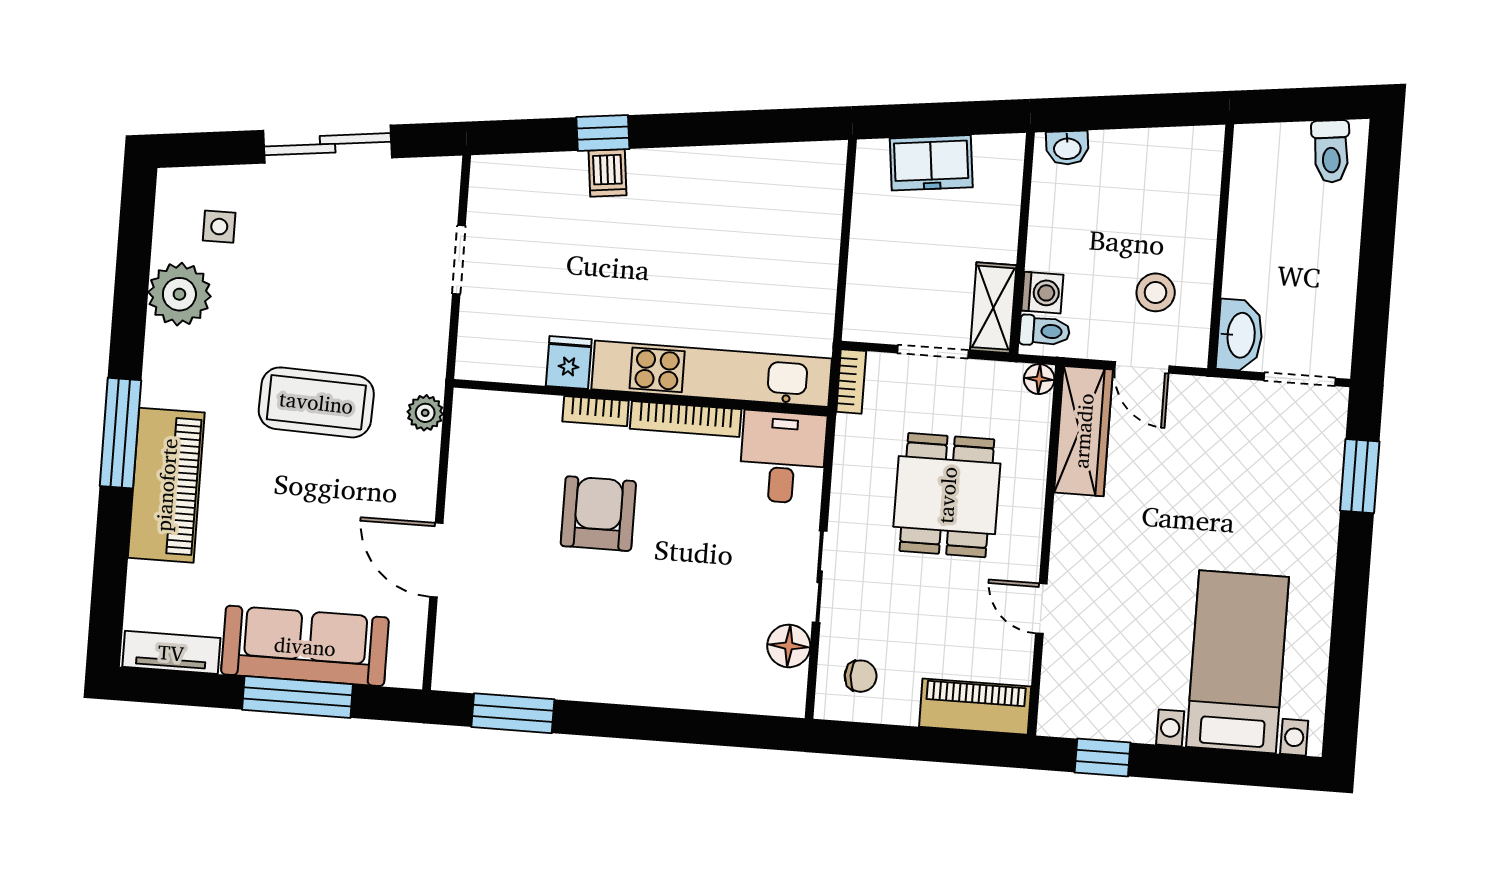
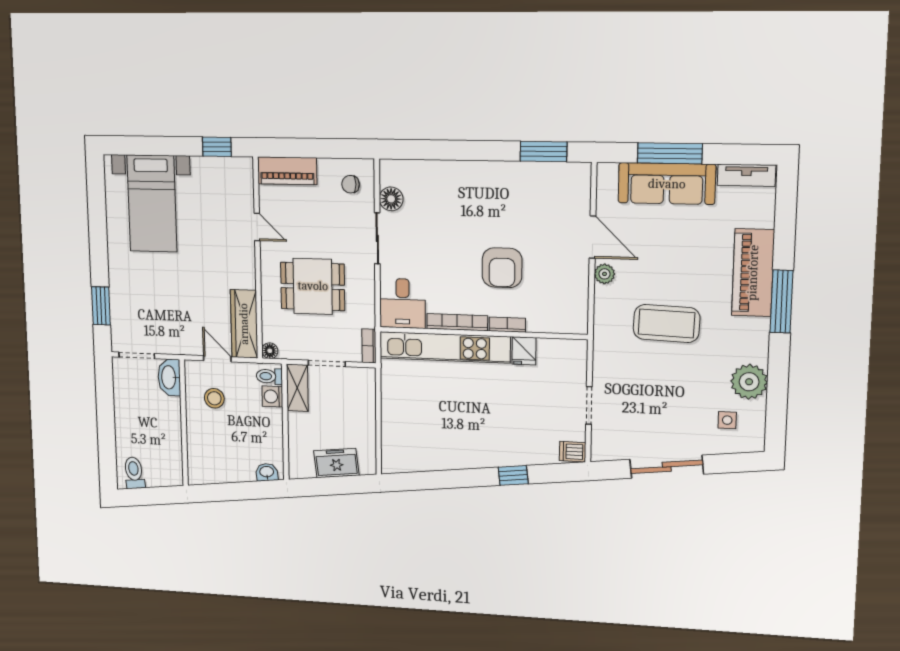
dishwasher: (608, 173) -> (573, 452), moved, turned -83
plant: (425, 413) -> (604, 274), moved
dining table: (947, 495) -> (313, 286), turned 90

